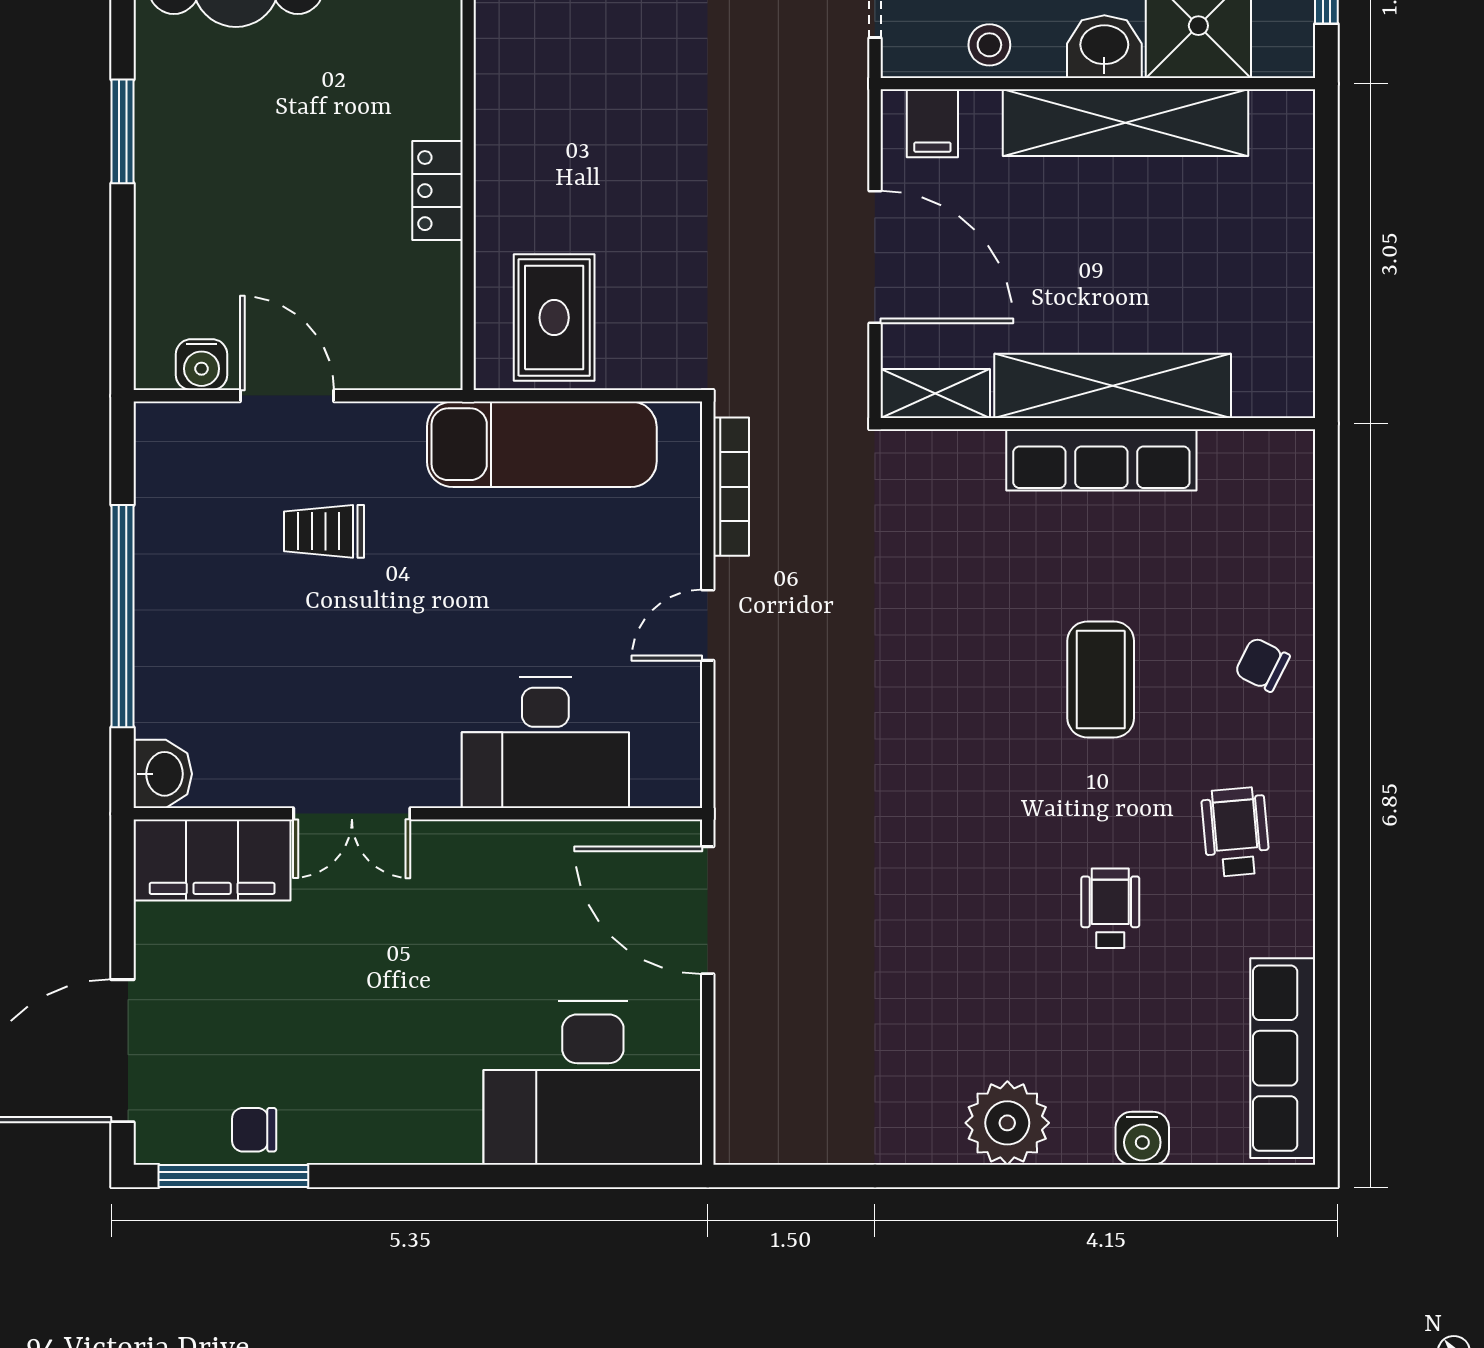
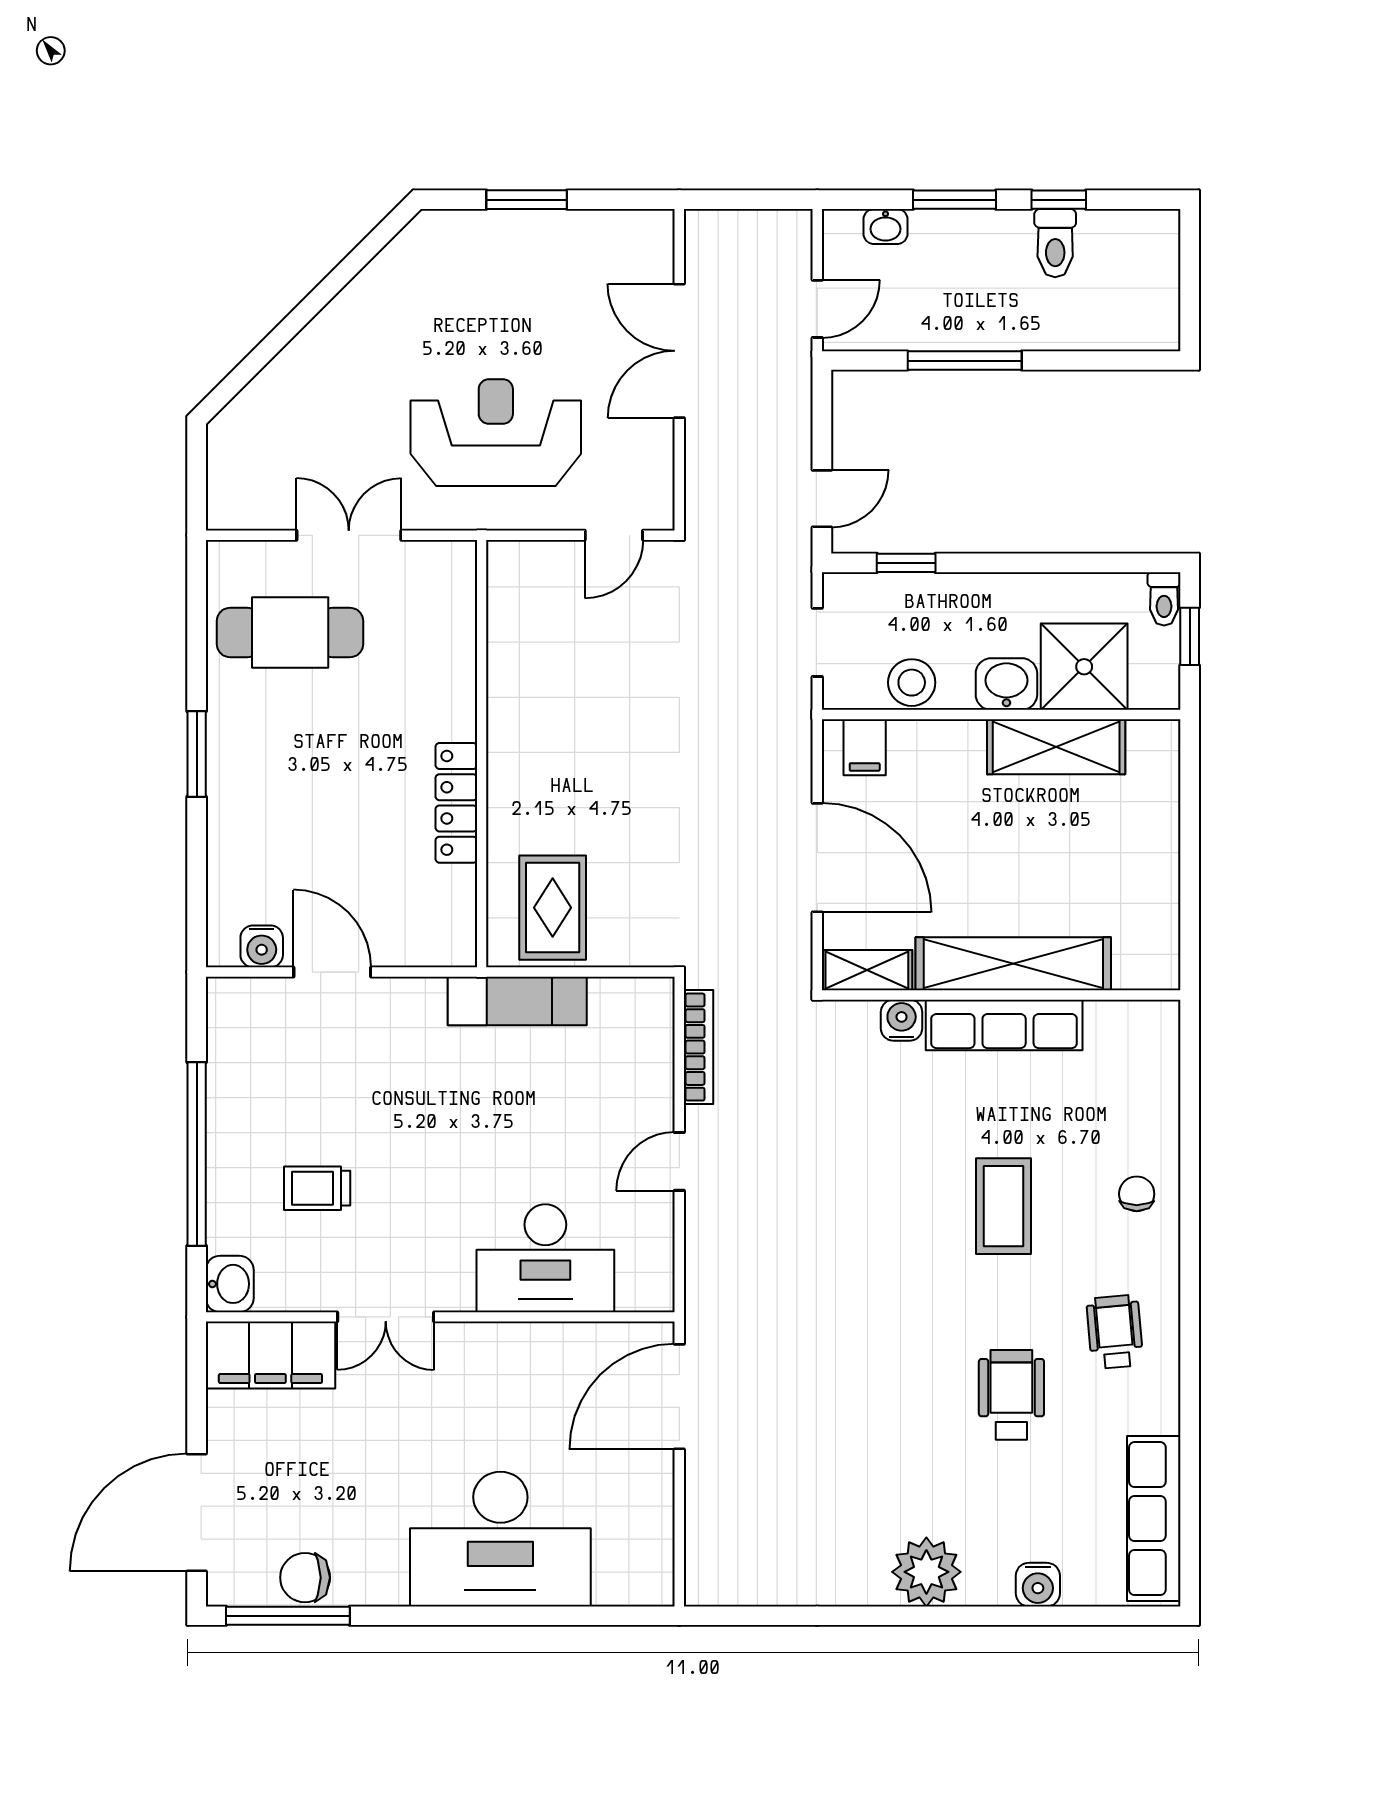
stool: (989, 45) -> (912, 683), width x1.37, depth x1.37
shelving: (1126, 123) -> (1056, 747), width x0.68
locker: (437, 191) -> (456, 803), width x1.53
exam couch: (542, 444) -> (517, 1001), width x0.73, depth x0.69
water cooler: (977, 454) -> (902, 1020), added
trolley: (324, 531) -> (317, 1188), moved
chair: (1262, 665) -> (1137, 1194), turned 63
wheelchair: (1110, 908) -> (1011, 1395), width x1.36, depth x1.37
door: (708, 910) -> (679, 1397), hinge flipped
desk: (593, 1083) -> (500, 1539), moved
chair: (254, 1130) -> (305, 1578), width x1.37, depth x1.37

